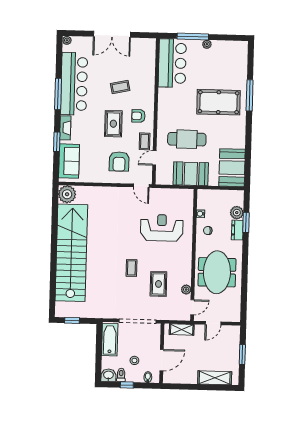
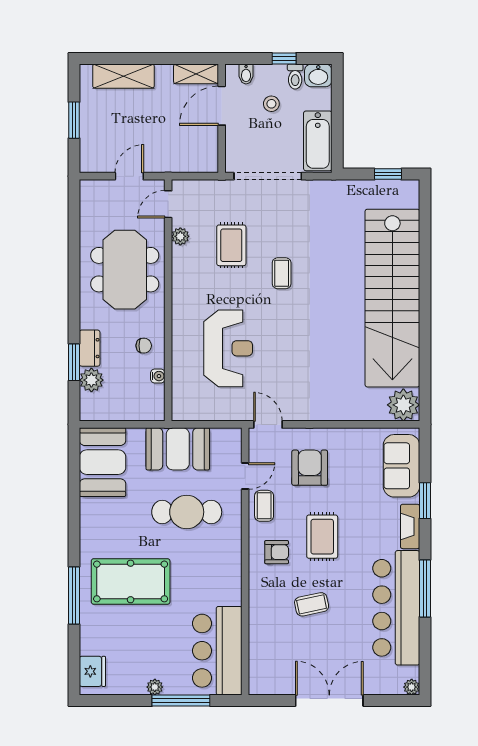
fridge: (241, 54) -> (92, 671), added
reception desk: (162, 228) -> (228, 348), turned -90
shelving: (182, 330) -> (196, 74), moved

